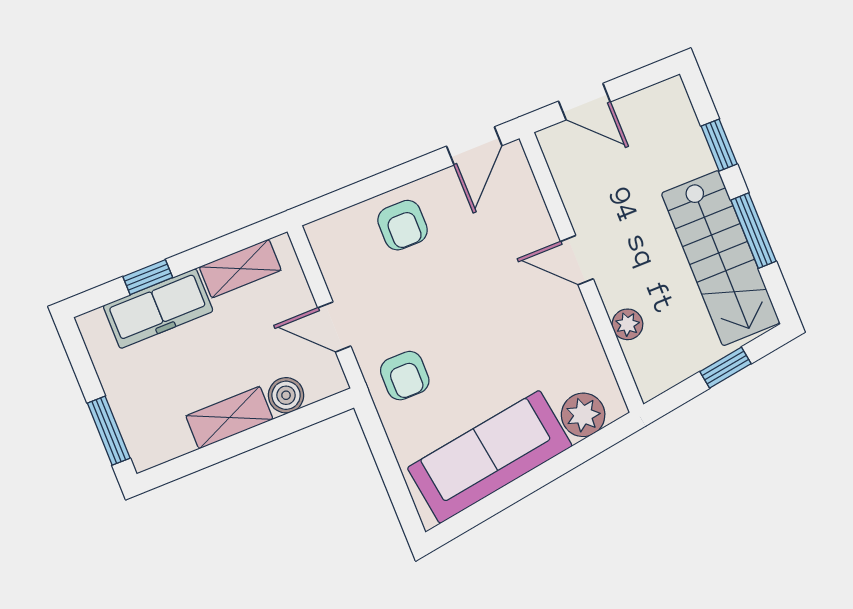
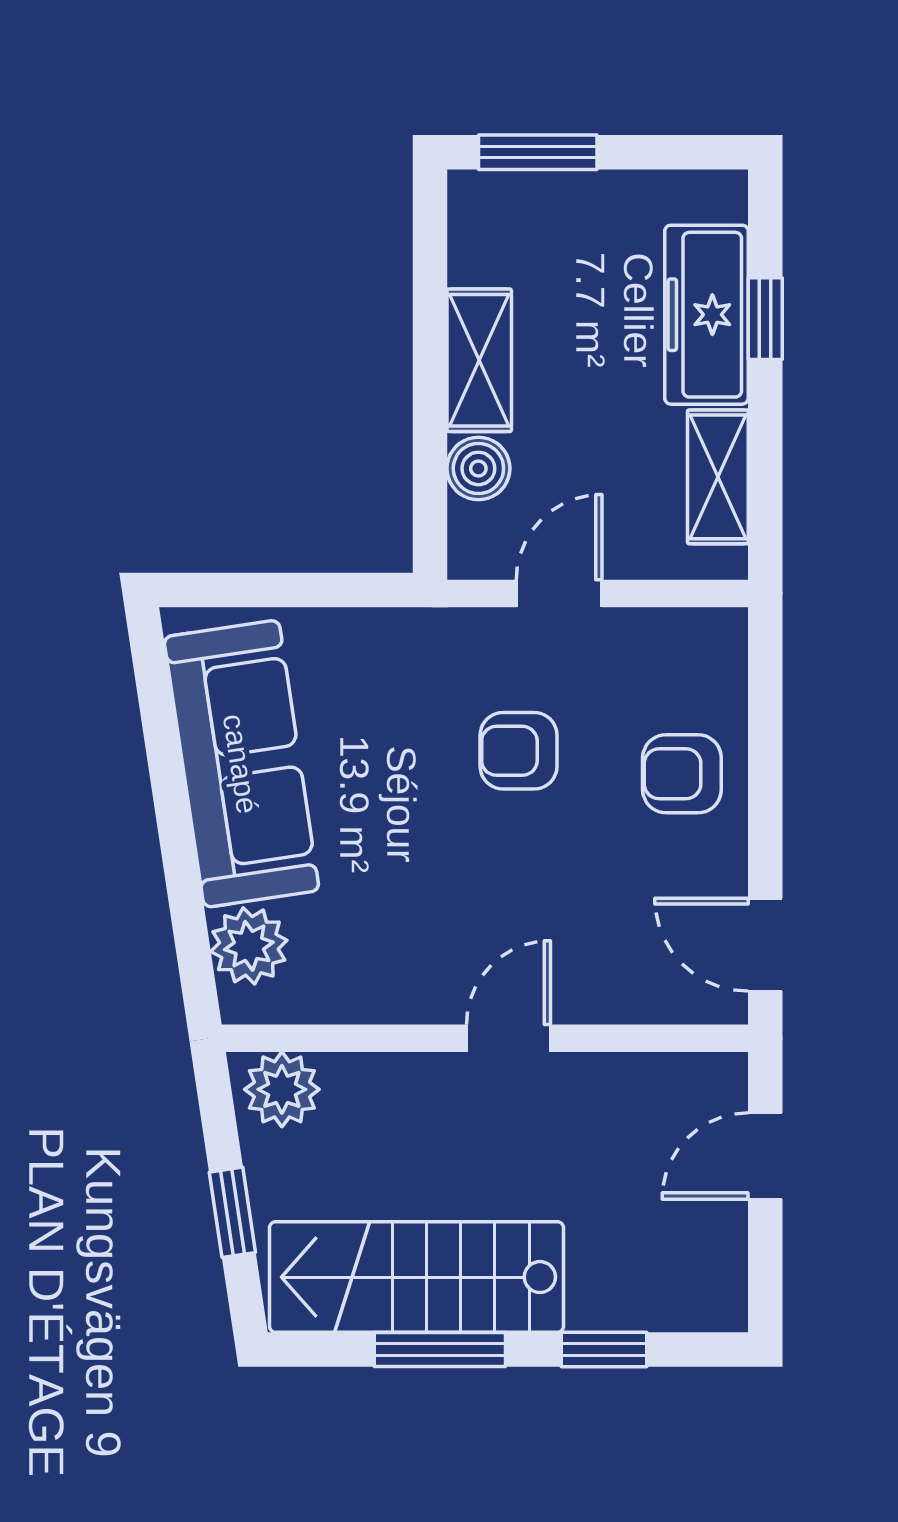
plant: (627, 324) -> (282, 1089), moved, width x1.38, depth x1.38
armchair: (405, 376) -> (519, 751), moved

